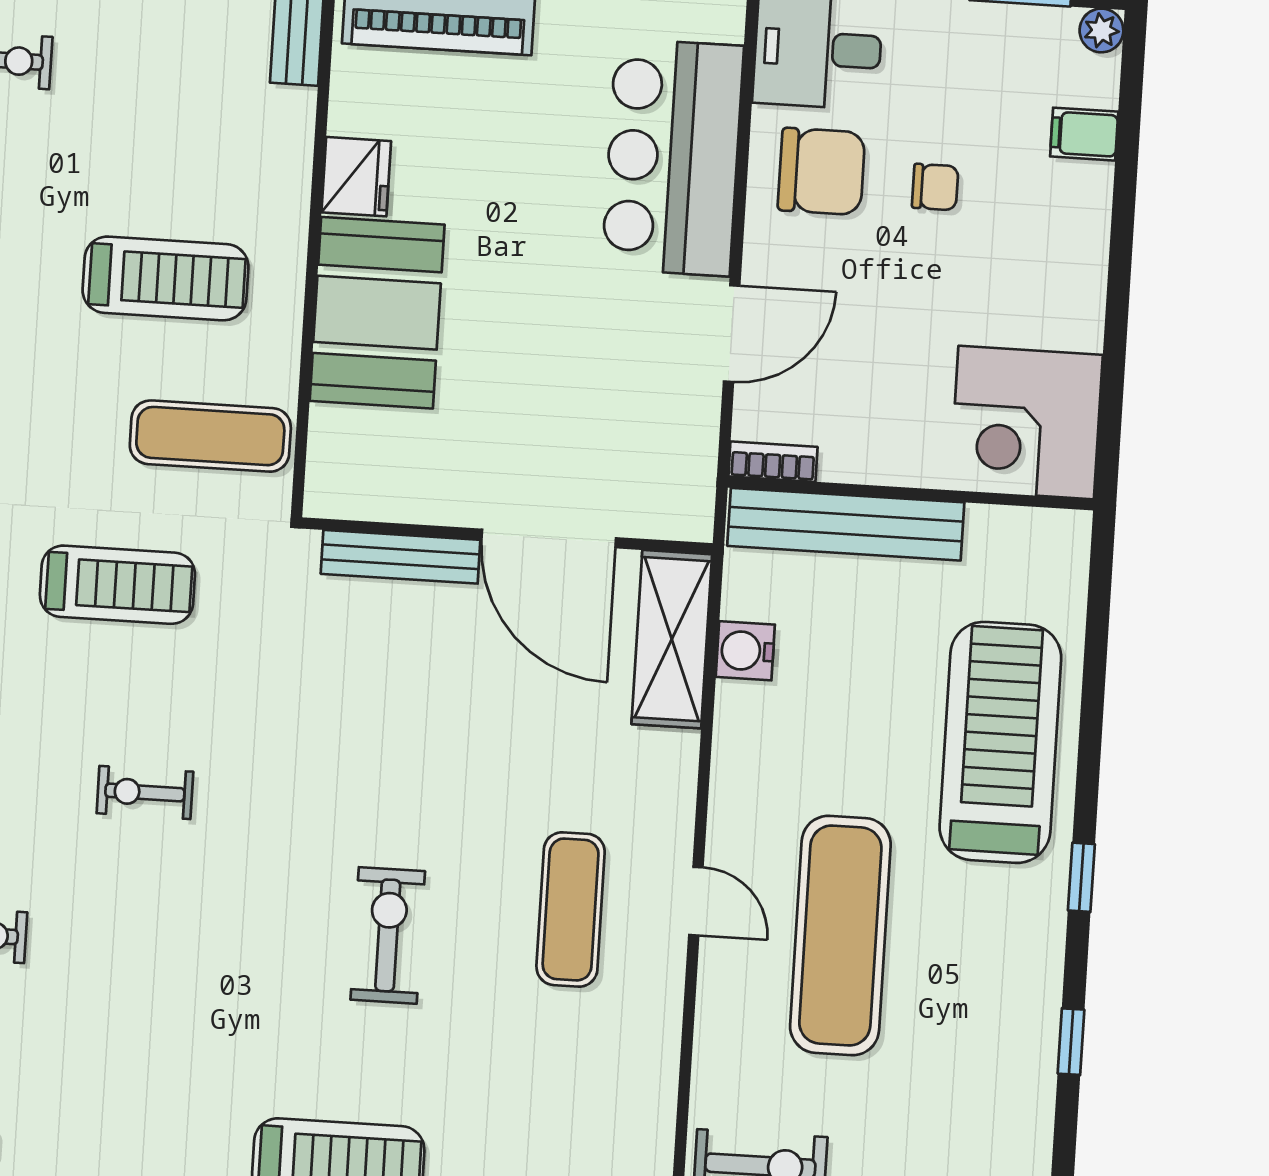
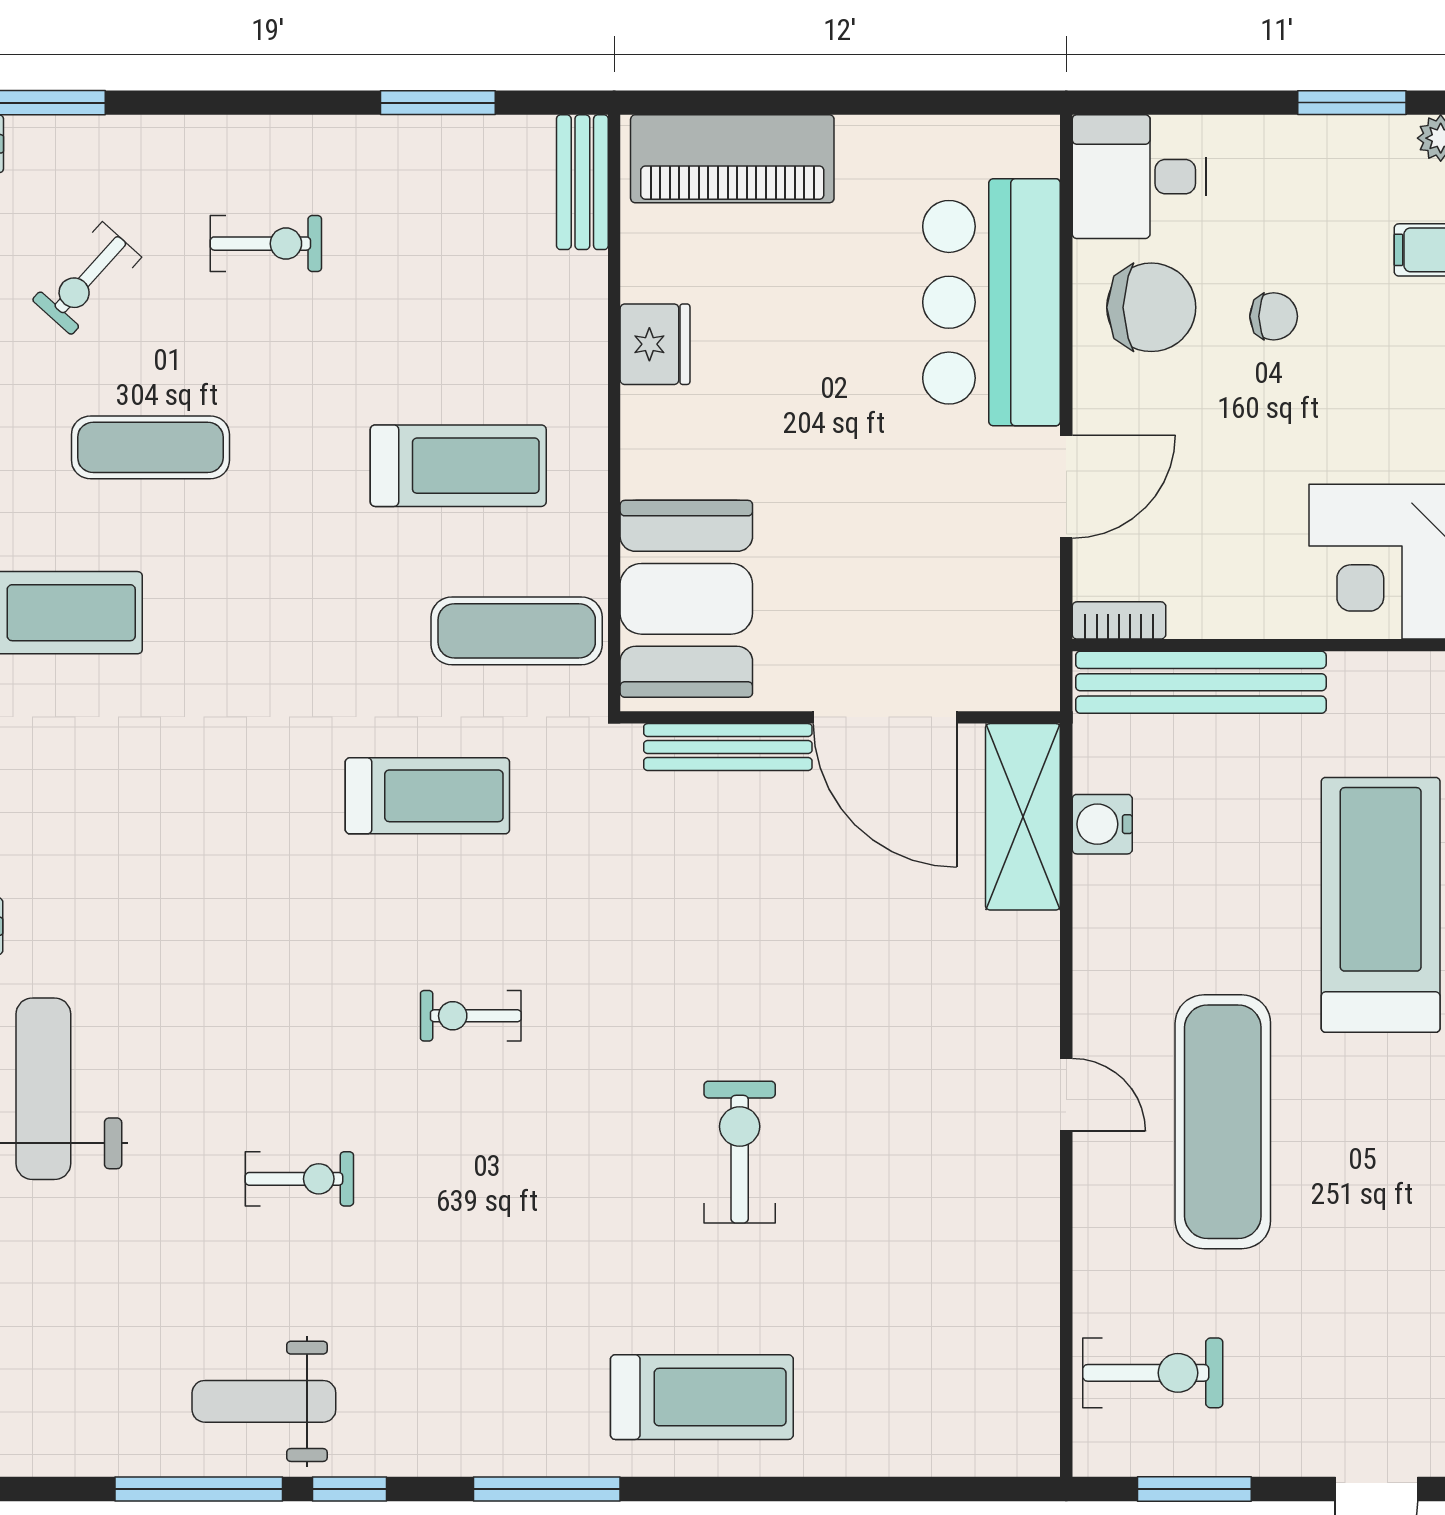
booth: (377, 313) -> (686, 599), moved
exercise mat: (571, 909) -> (933, 1112), removed

